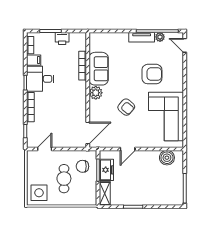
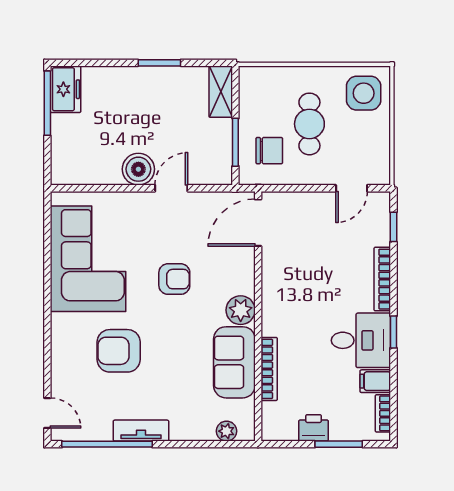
plant: (160, 37) -> (226, 431), moved
armchair: (126, 107) -> (174, 279), turned 139
boiler: (167, 158) -> (138, 169), moved
freezer: (106, 170) -> (65, 89), moved, turned 180

